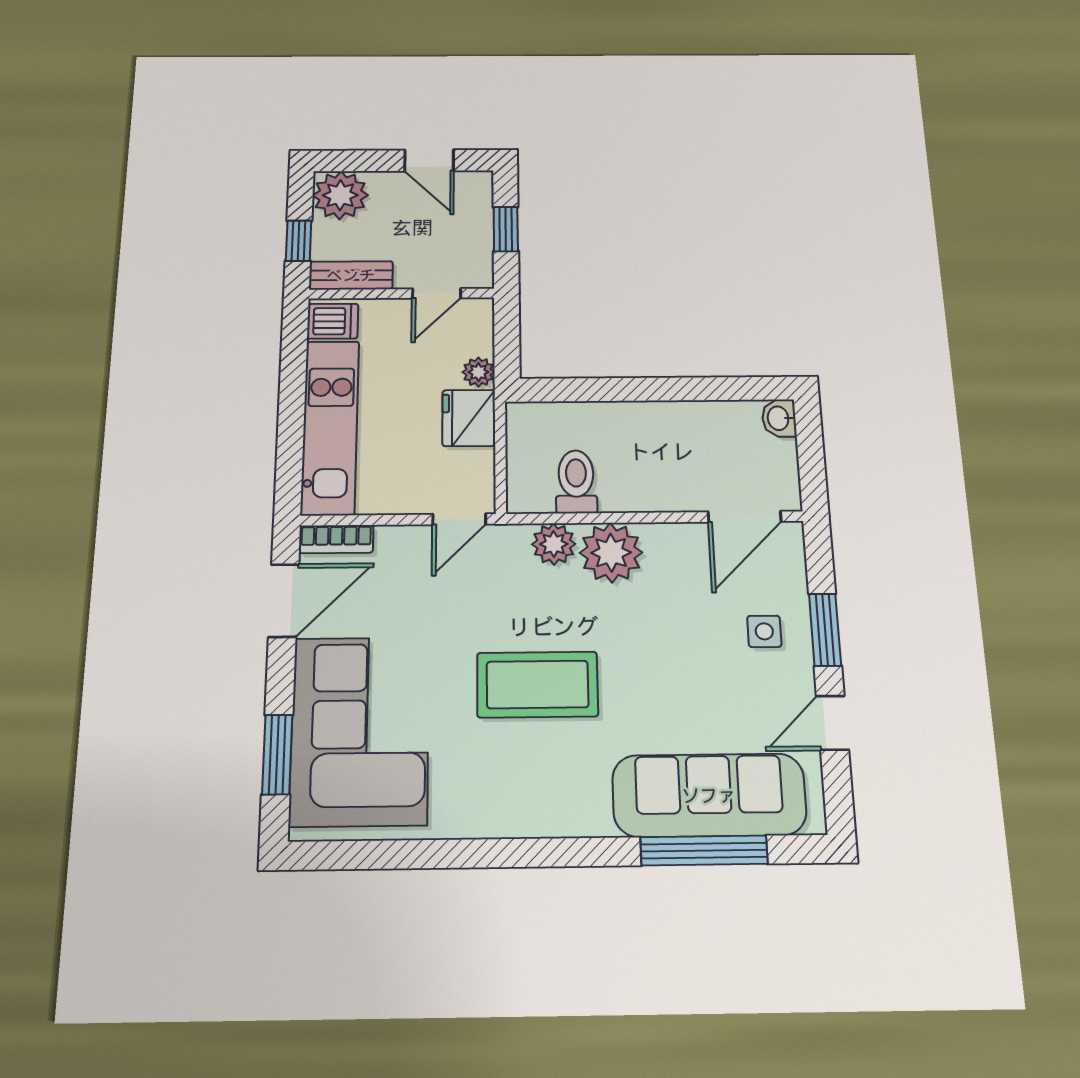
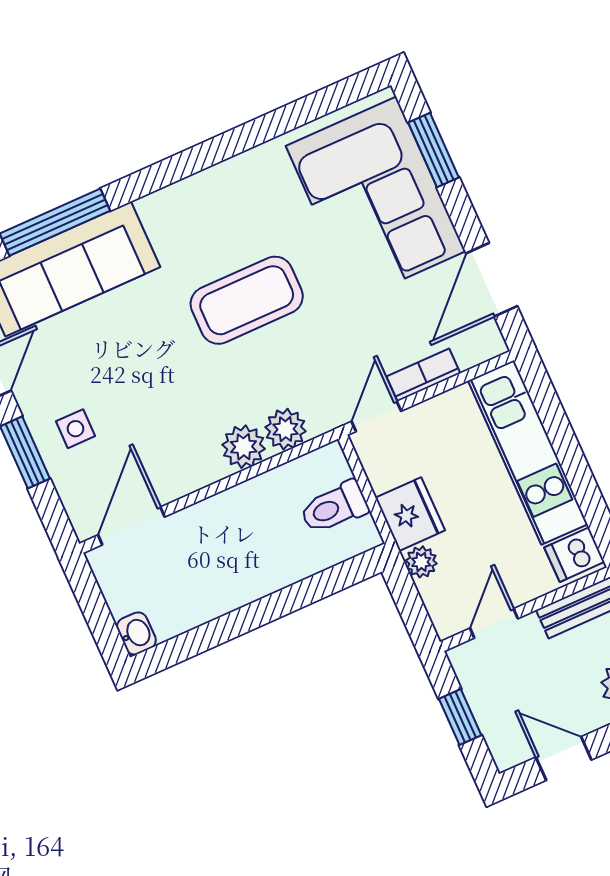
toilet: (576, 482) -> (334, 507), moved, turned 90
bookcase: (336, 539) -> (423, 375), moved
plant: (611, 553) -> (244, 447), width x0.73, depth x0.73

